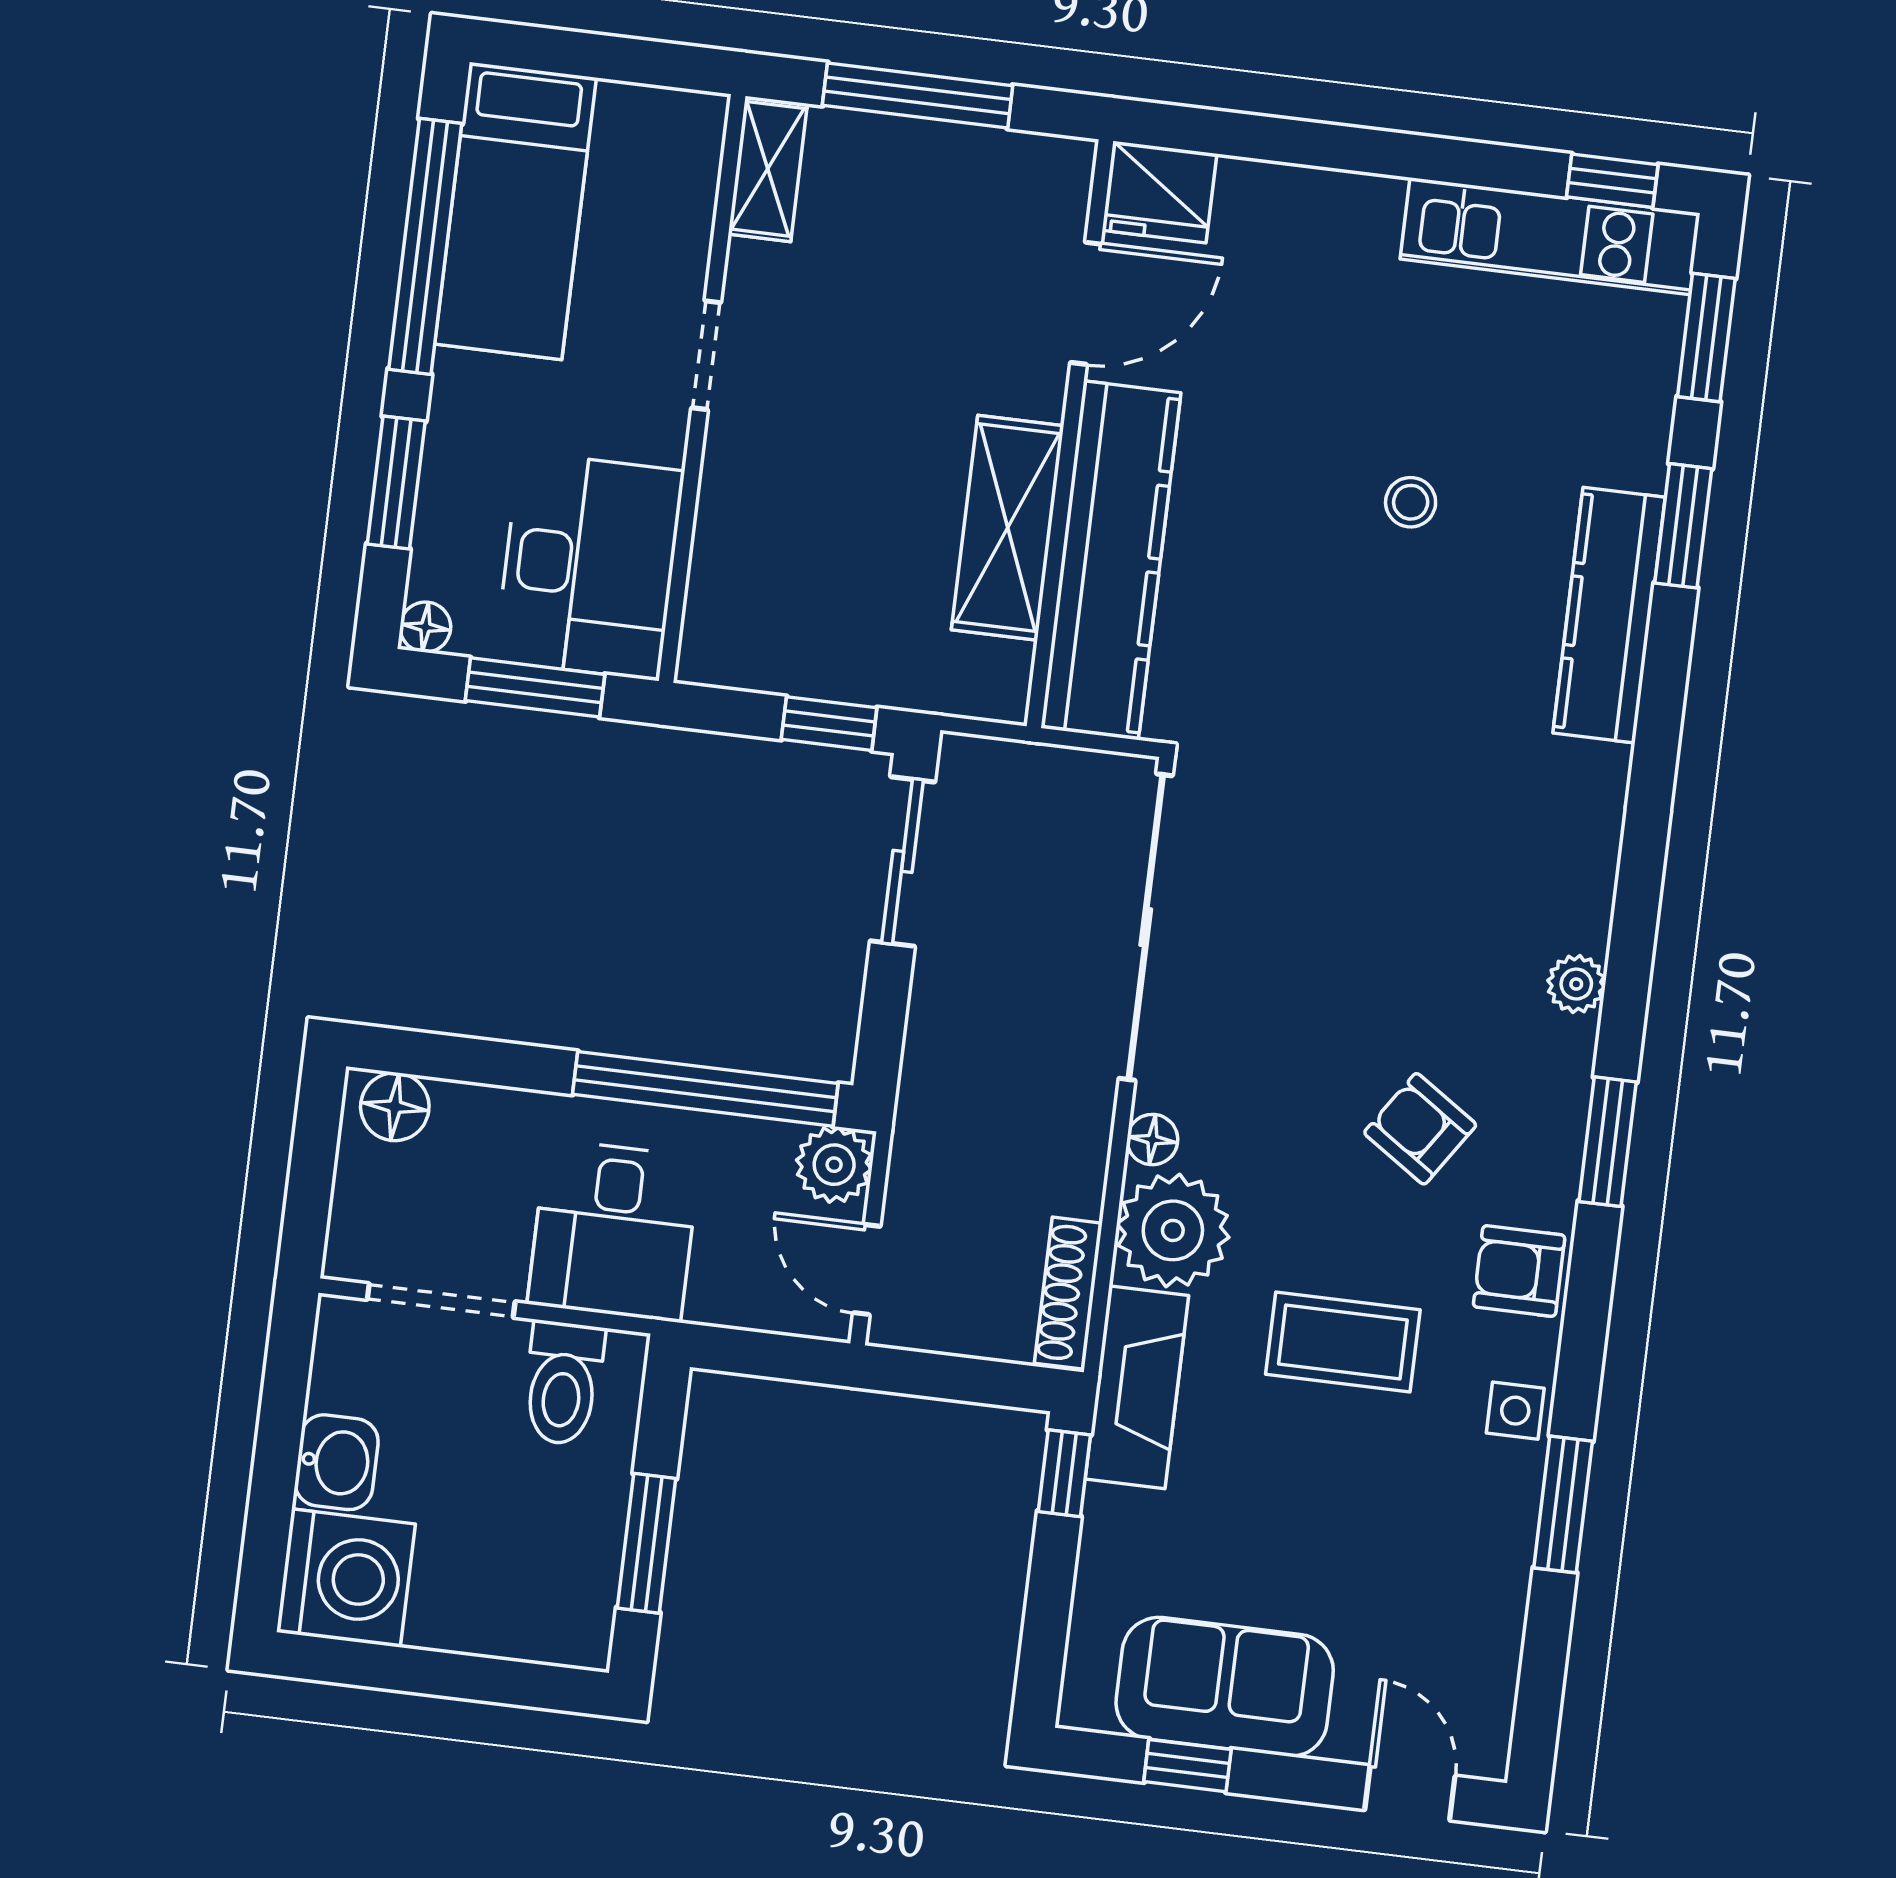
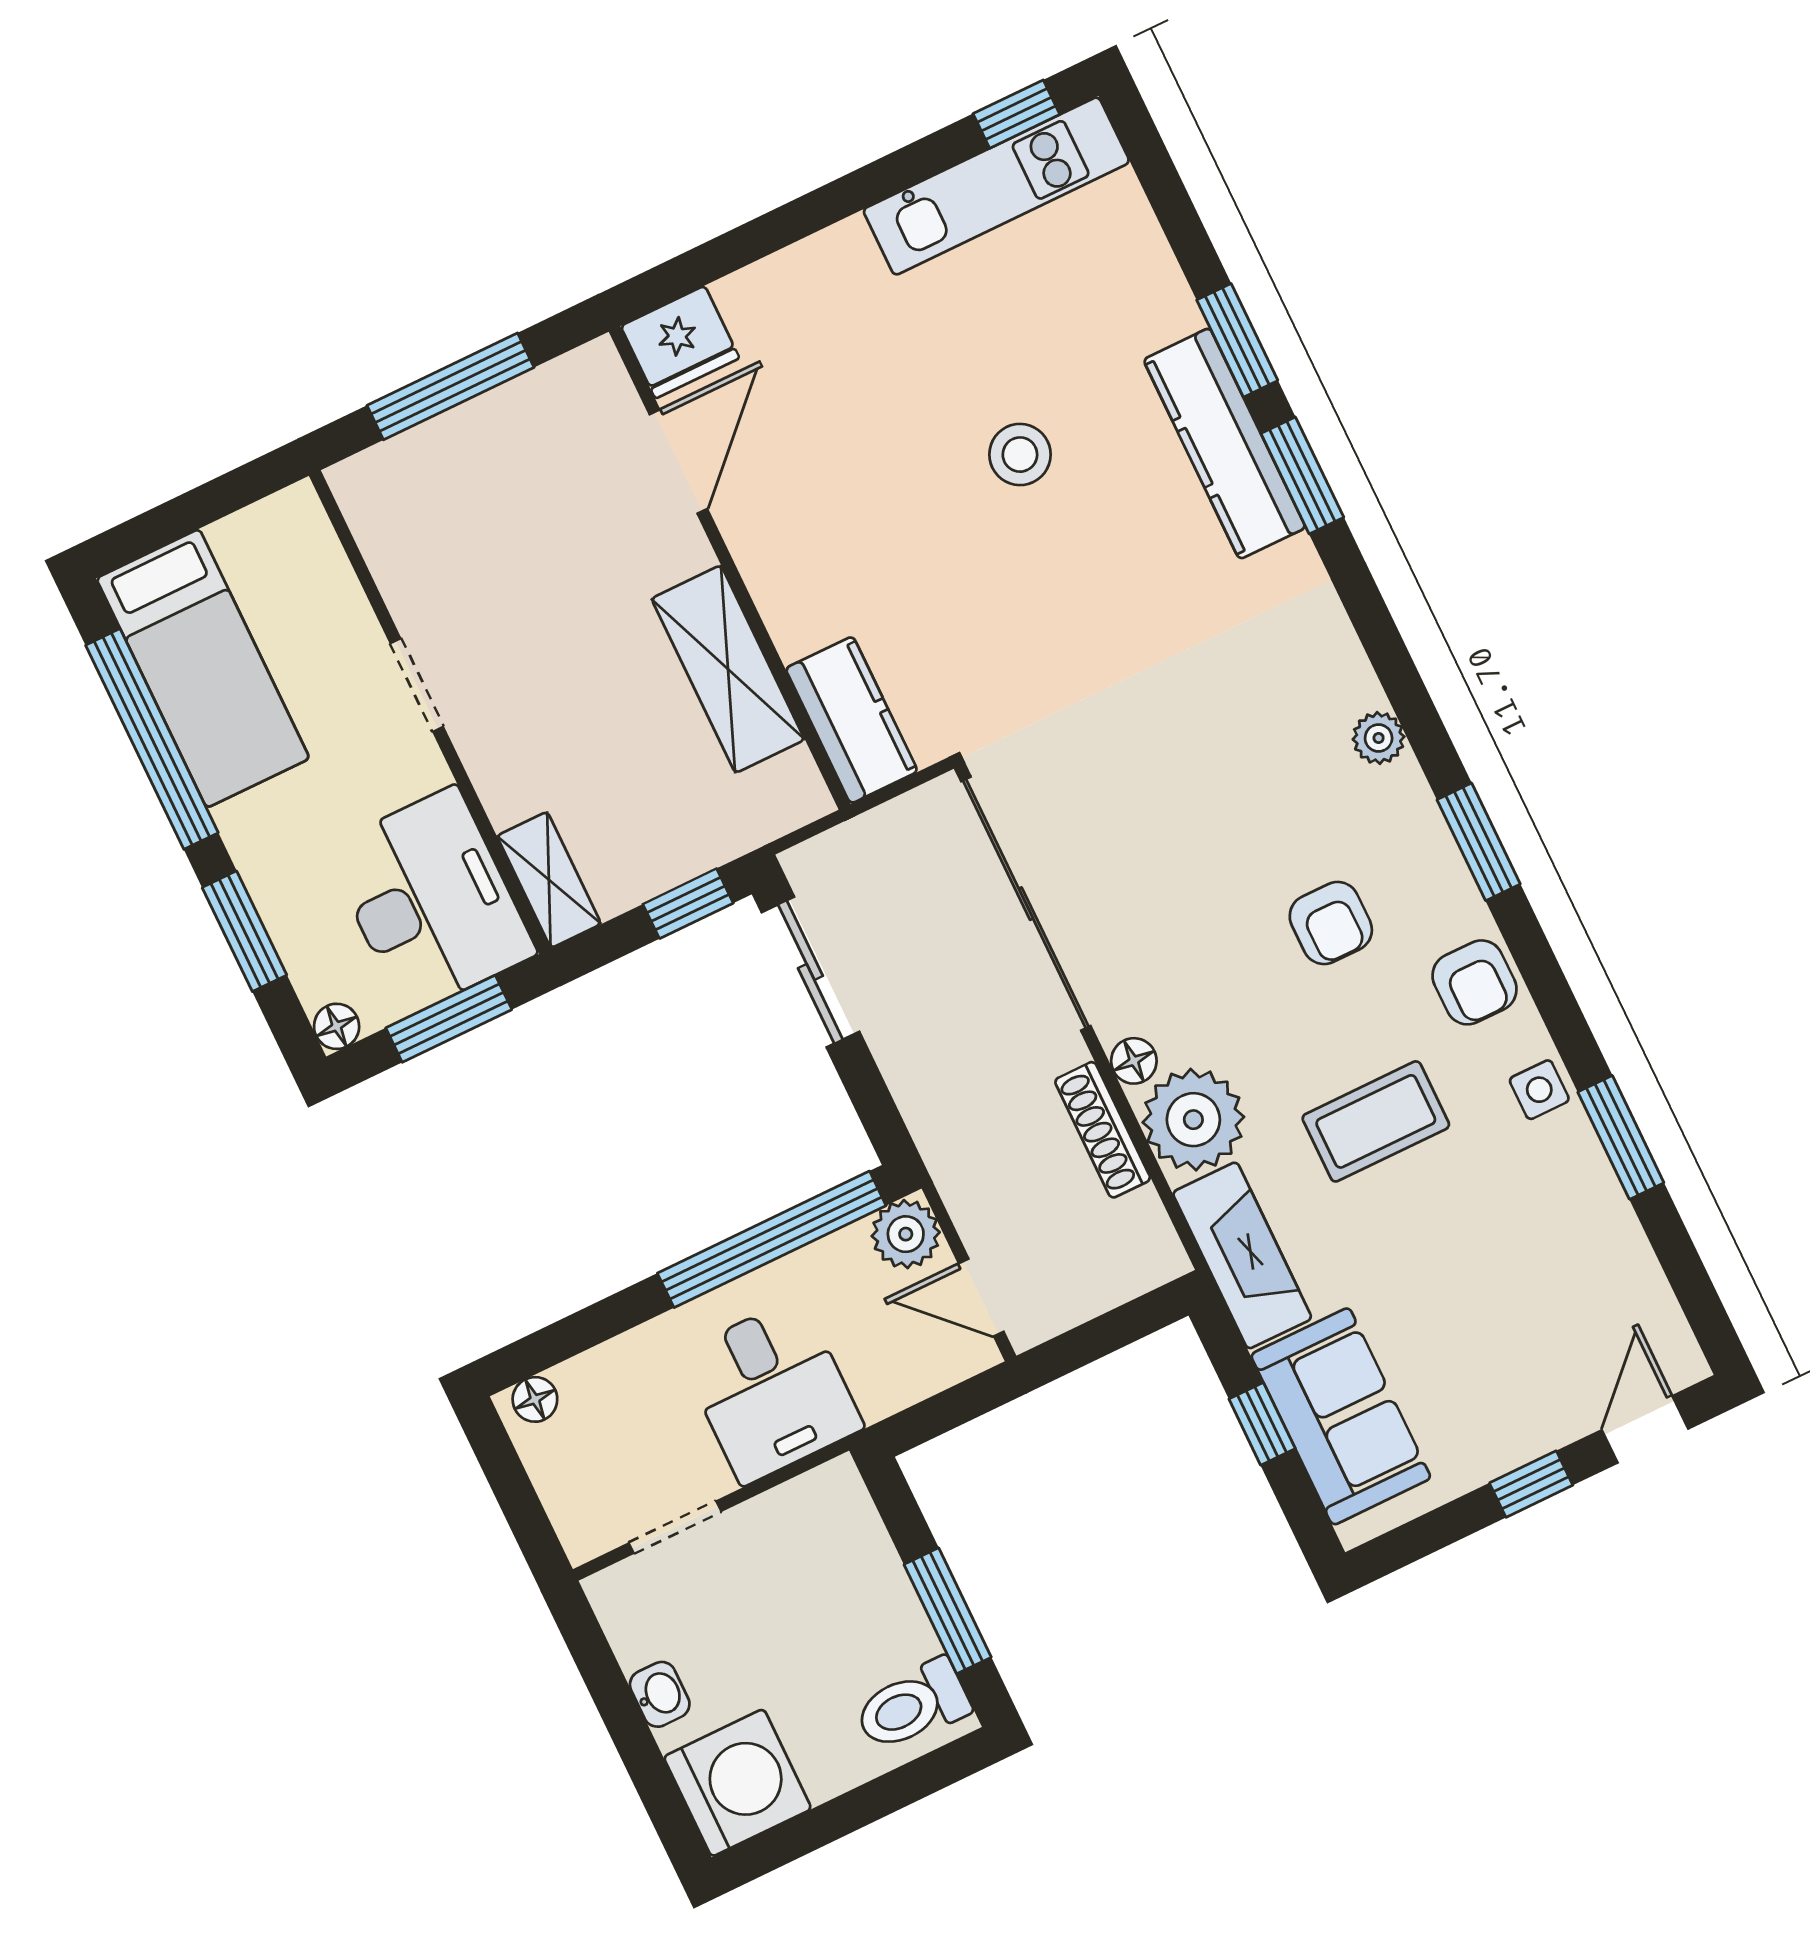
shelving: (768, 169) -> (549, 880), moved
window: (1706, 338) -> (1302, 475), moved
stool: (1411, 502) -> (1020, 455), width x1.37, depth x1.37
kitchen counter: (1111, 560) -> (852, 720), width x0.48, depth x0.86
floor lamp: (395, 1107) -> (535, 1399), width x0.73, depth x0.73
armchair: (1420, 1129) -> (1331, 923), turned -124
armchair: (1519, 1271) -> (1474, 982), turned -90
shoe rack: (1068, 1293) -> (1103, 1130), moved
doorway: (441, 1301) -> (675, 1527), width x0.73
toilet: (563, 1383) -> (912, 1706), moved, turned 90
washbasin: (337, 1462) -> (660, 1694), width x0.72, depth x0.69
window: (1064, 1473) -> (1262, 1424), moved
sofa: (1225, 1687) -> (1341, 1416), moved, turned 90
window: (1187, 1766) -> (1531, 1484), moved
door: (1410, 1793) -> (1645, 1429), hinge flipped

